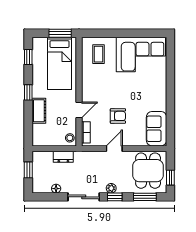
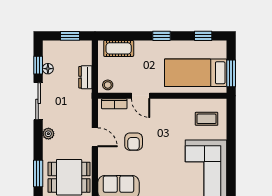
cot: (39, 111) -> (119, 48), moved
window: (115, 197) -> (38, 65), moved

